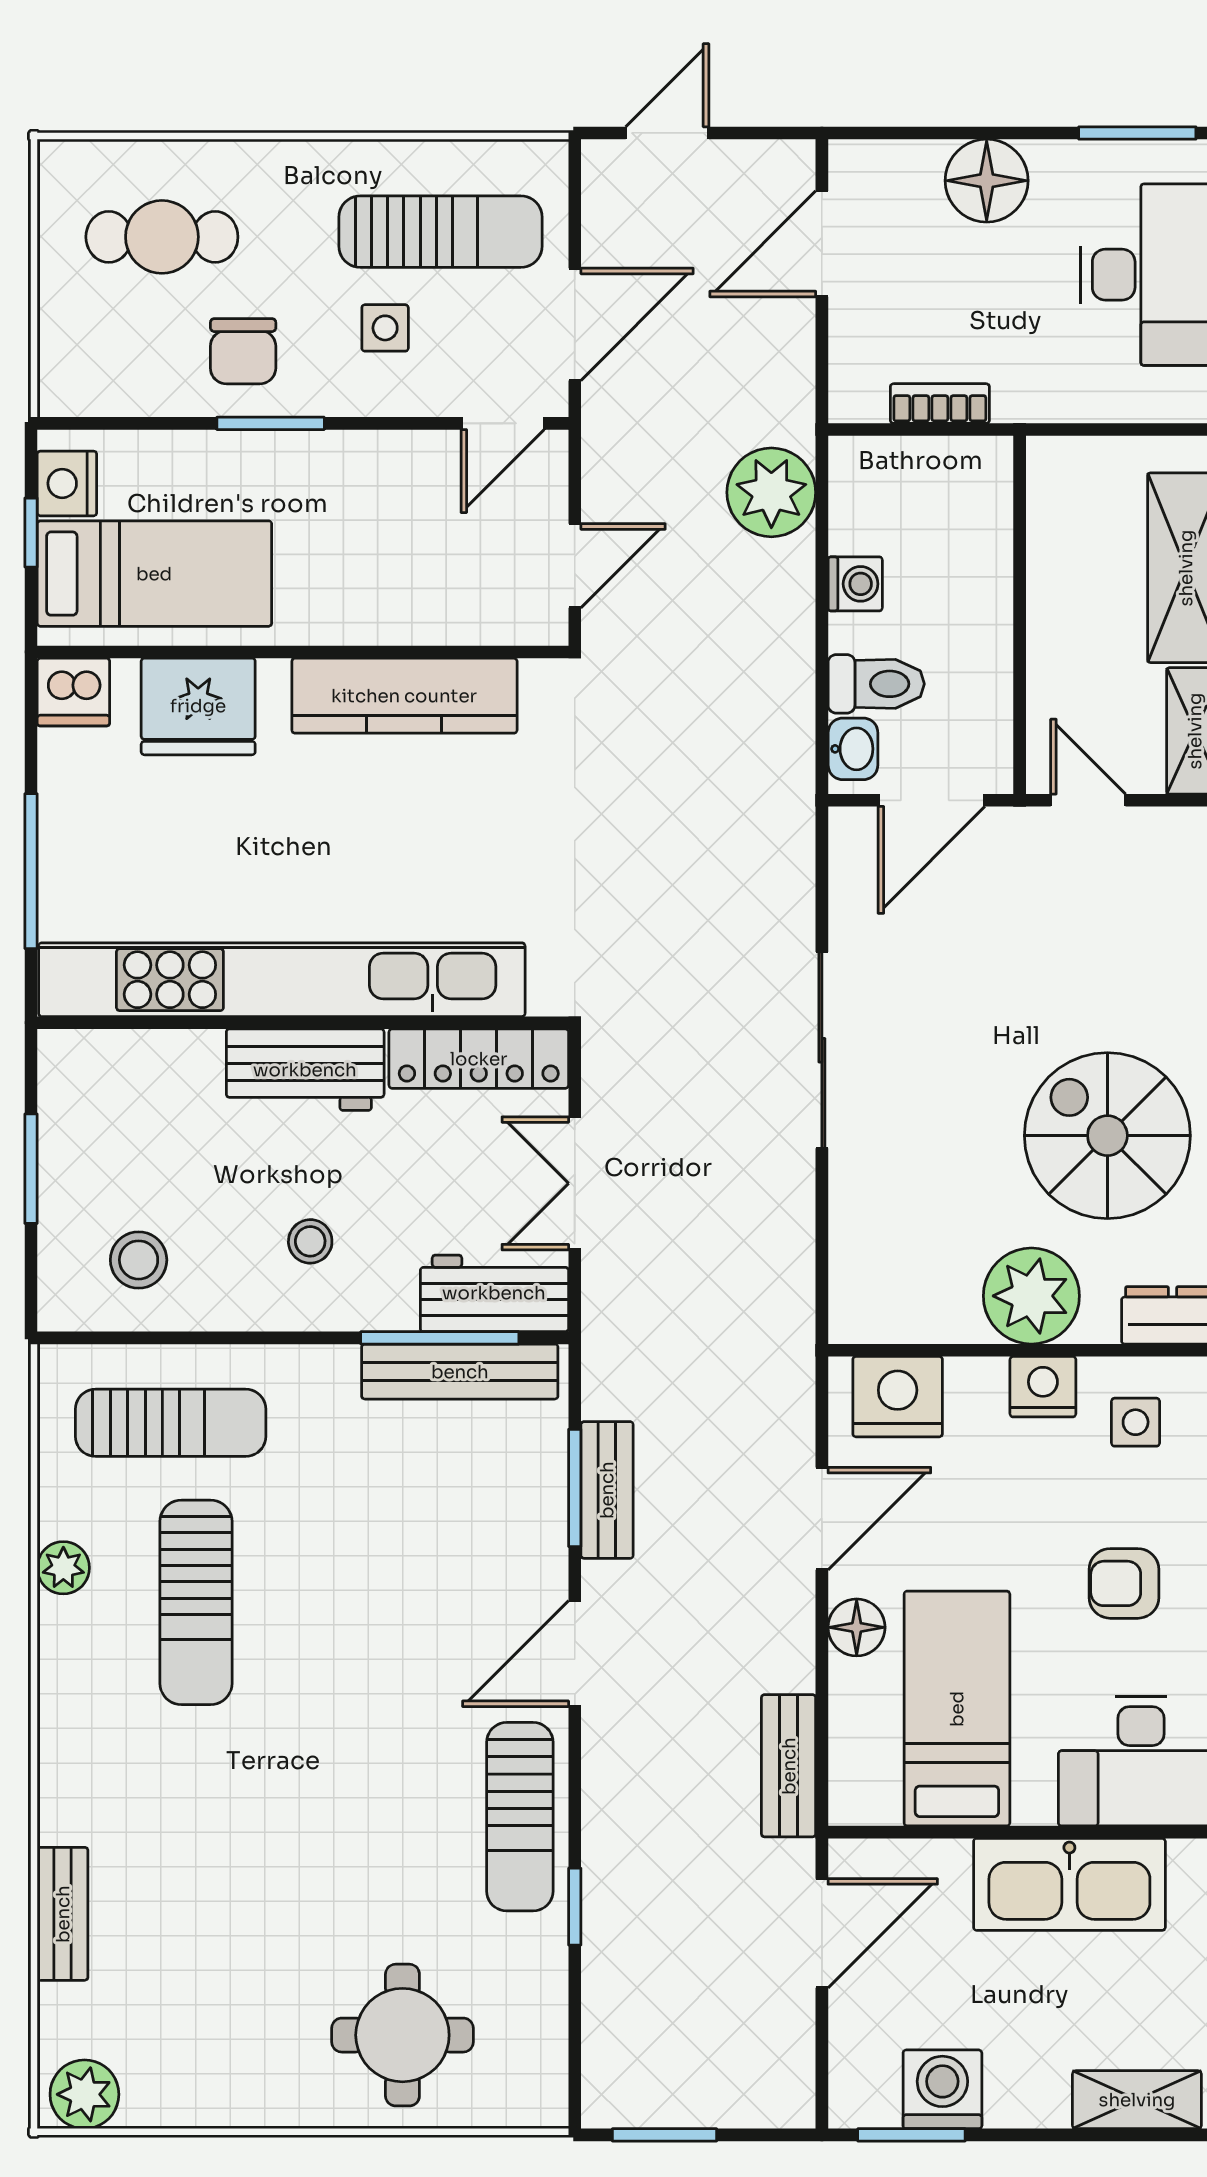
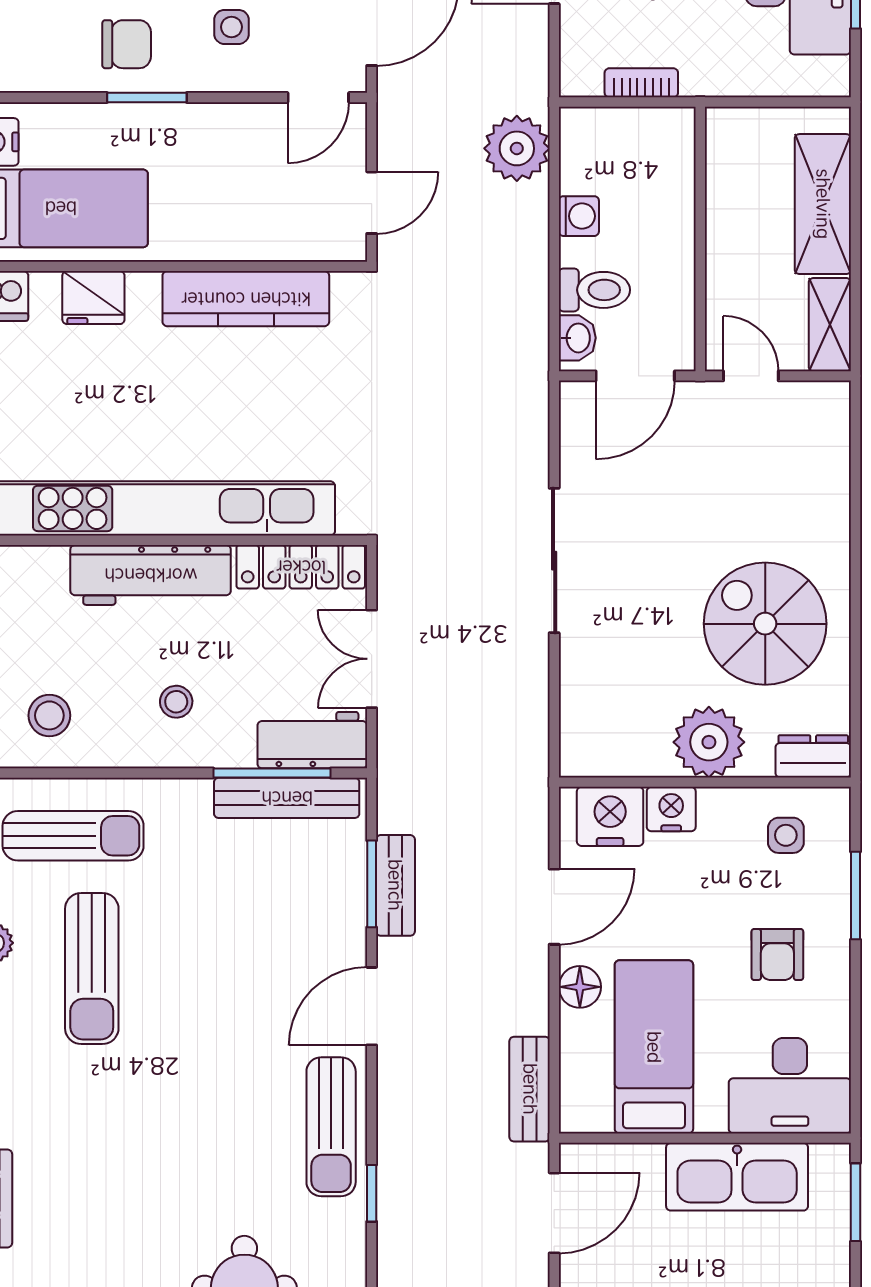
chair: (243, 351) -> (127, 44), turned -90
fridge: (198, 706) -> (93, 298), width x0.73, depth x0.75
workbench: (305, 1070) -> (151, 575), width x1.38
nightstand: (1043, 1387) -> (671, 809), moved
armchair: (1124, 1583) -> (777, 954), turned -90

